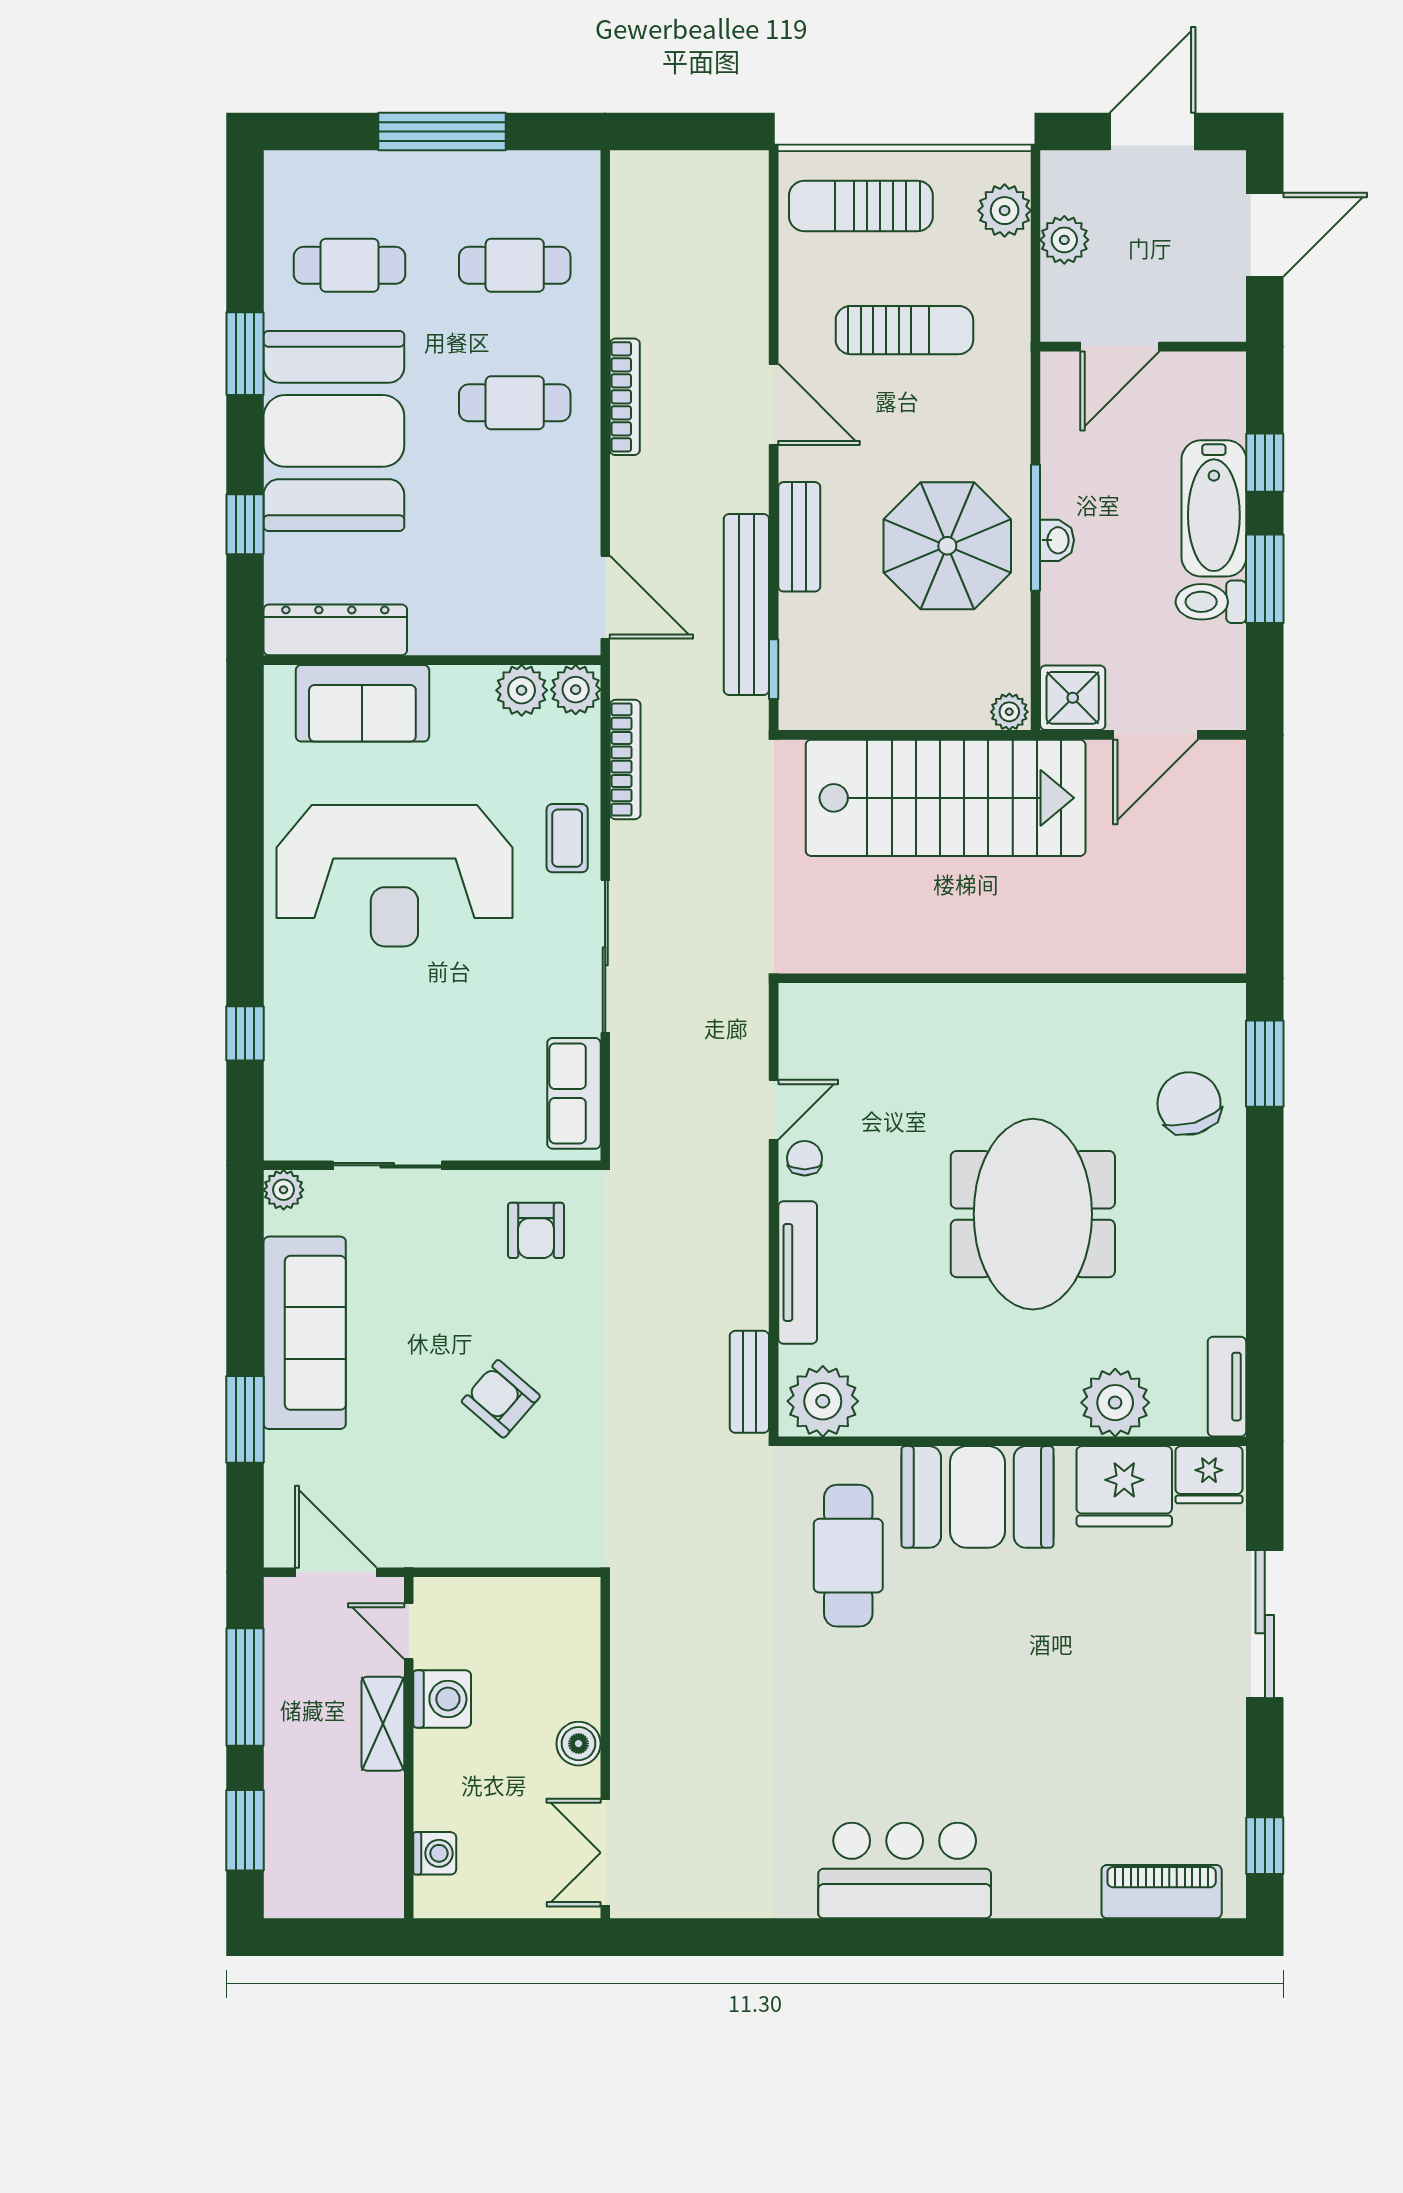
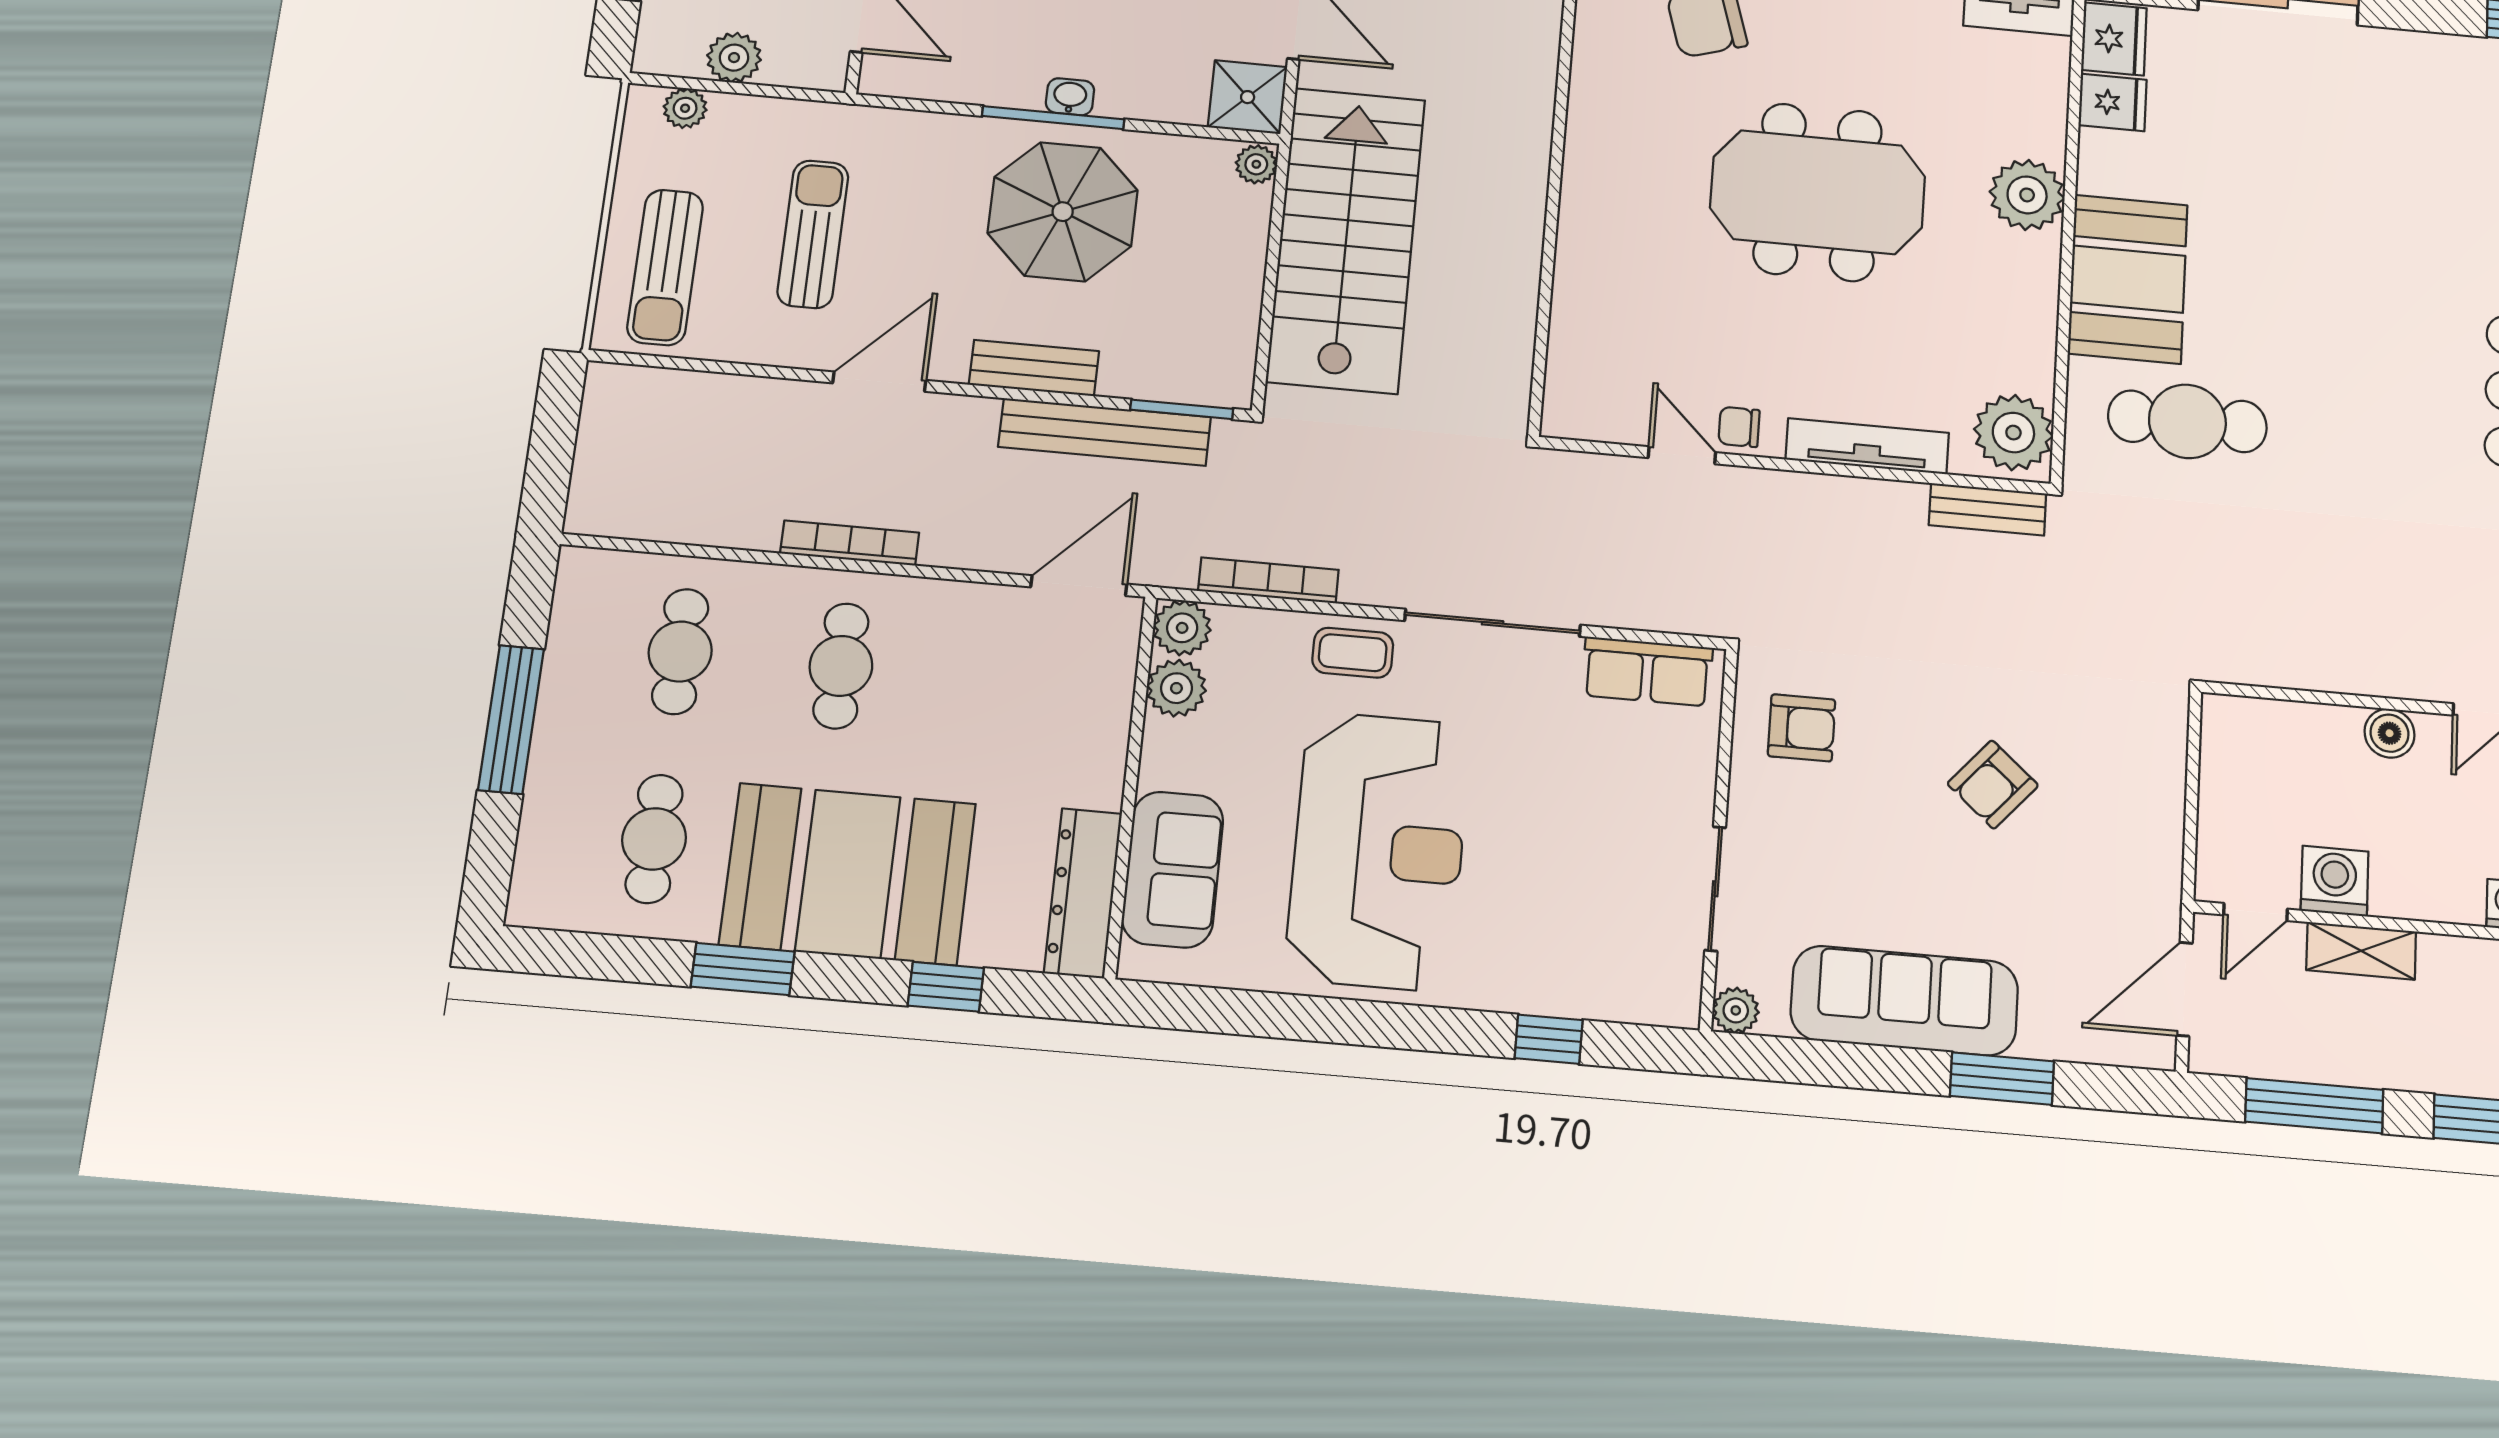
plant: (1005, 211) -> (685, 108), width x0.73, depth x0.73
window: (774, 669) -> (1182, 409), width x1.50
plant: (1115, 1403) -> (2027, 195), moved
fridge: (1124, 1486) -> (2113, 102), width x0.53, depth x0.75

